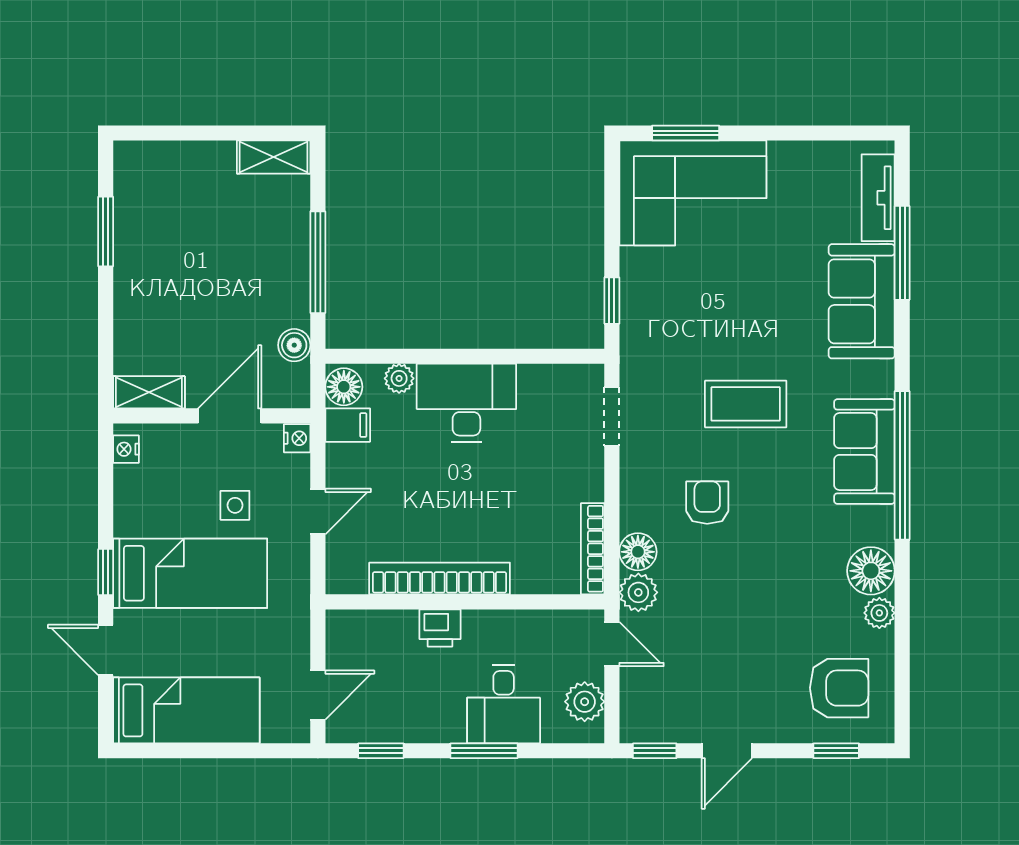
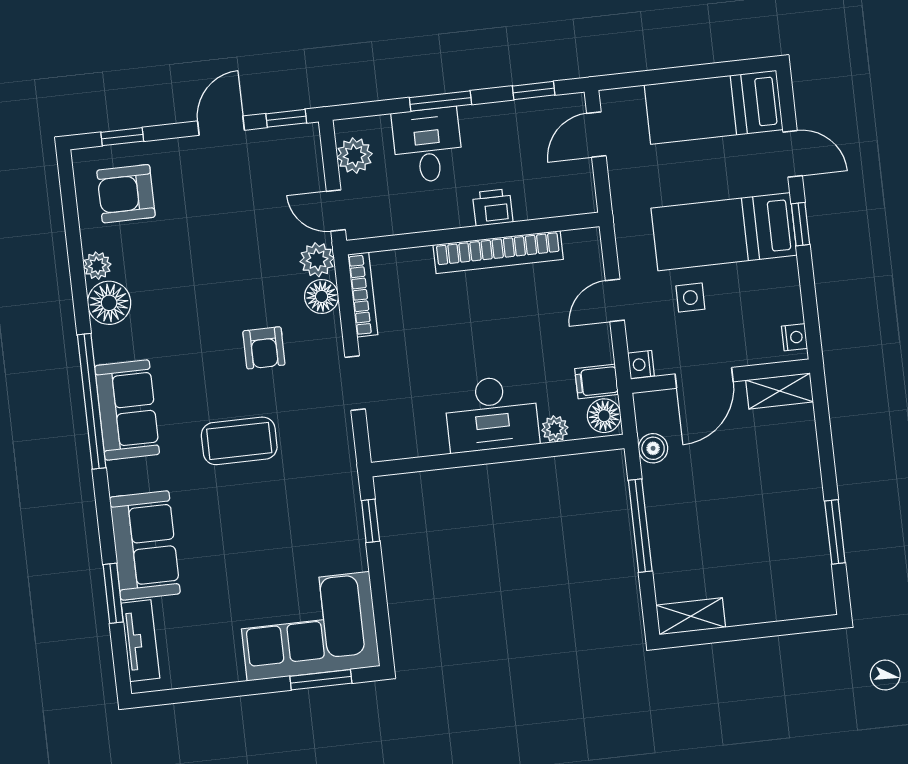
window: (902, 253) -> (113, 593), width x0.69
doorway: (612, 416) -> (355, 383), moved

